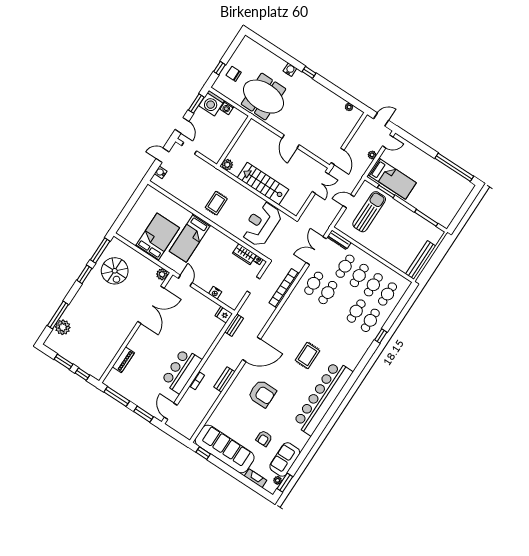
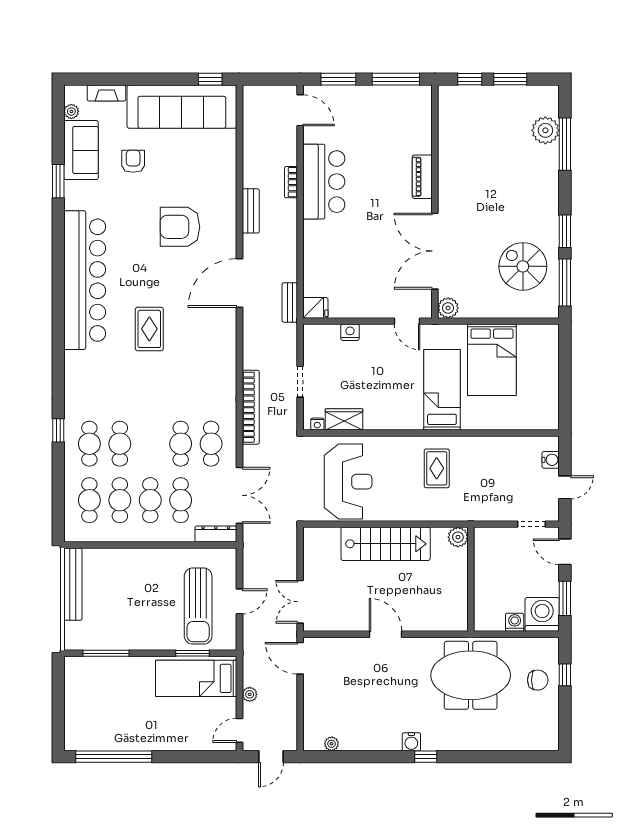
water cooler: (290, 70) -> (411, 742), moved
piano: (123, 360) -> (422, 177), moved
window: (285, 483) -> (58, 181), moved

